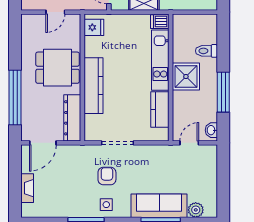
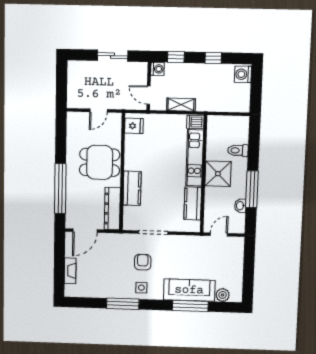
kitchen counter: (93, 86) -> (132, 188), width x0.67
washbasin: (211, 130) -> (240, 206), moved

